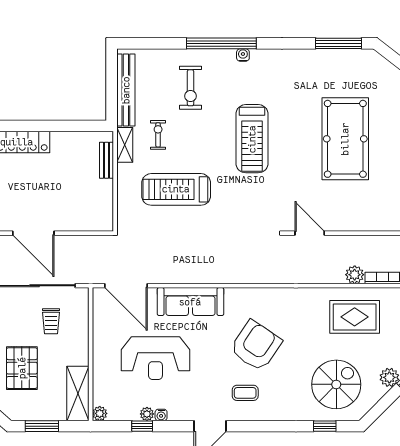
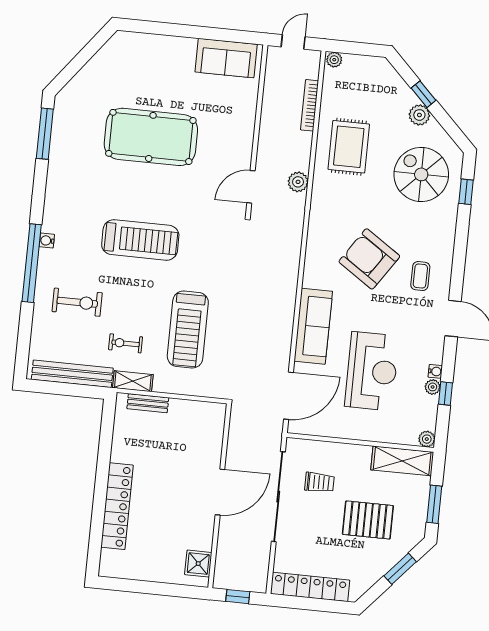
plant: (355, 275) -> (298, 182), moved

